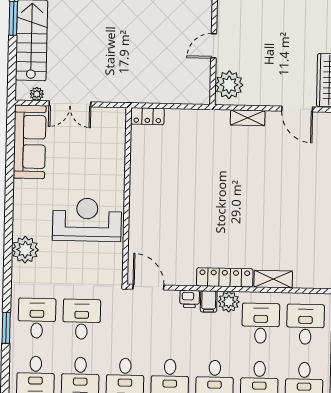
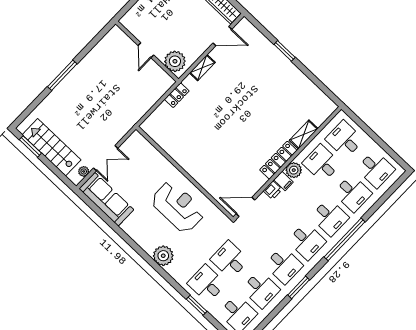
locker: (147, 116) -> (177, 95), moved
reception desk: (87, 220) -> (178, 207), turned 90

